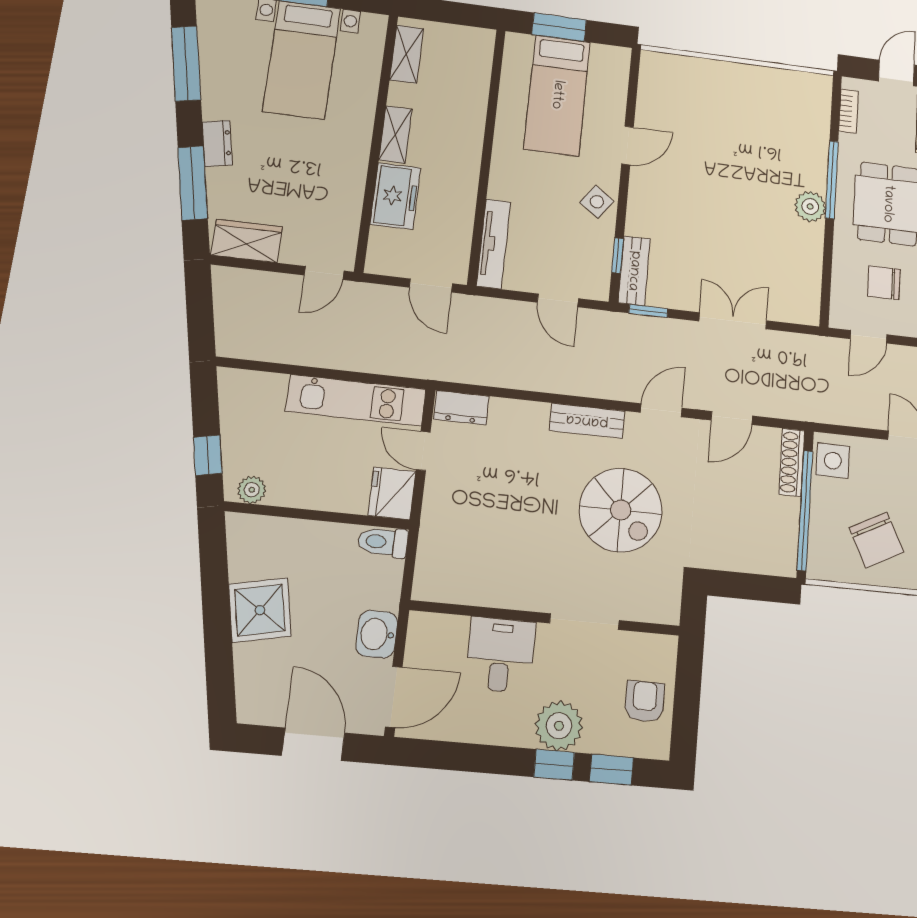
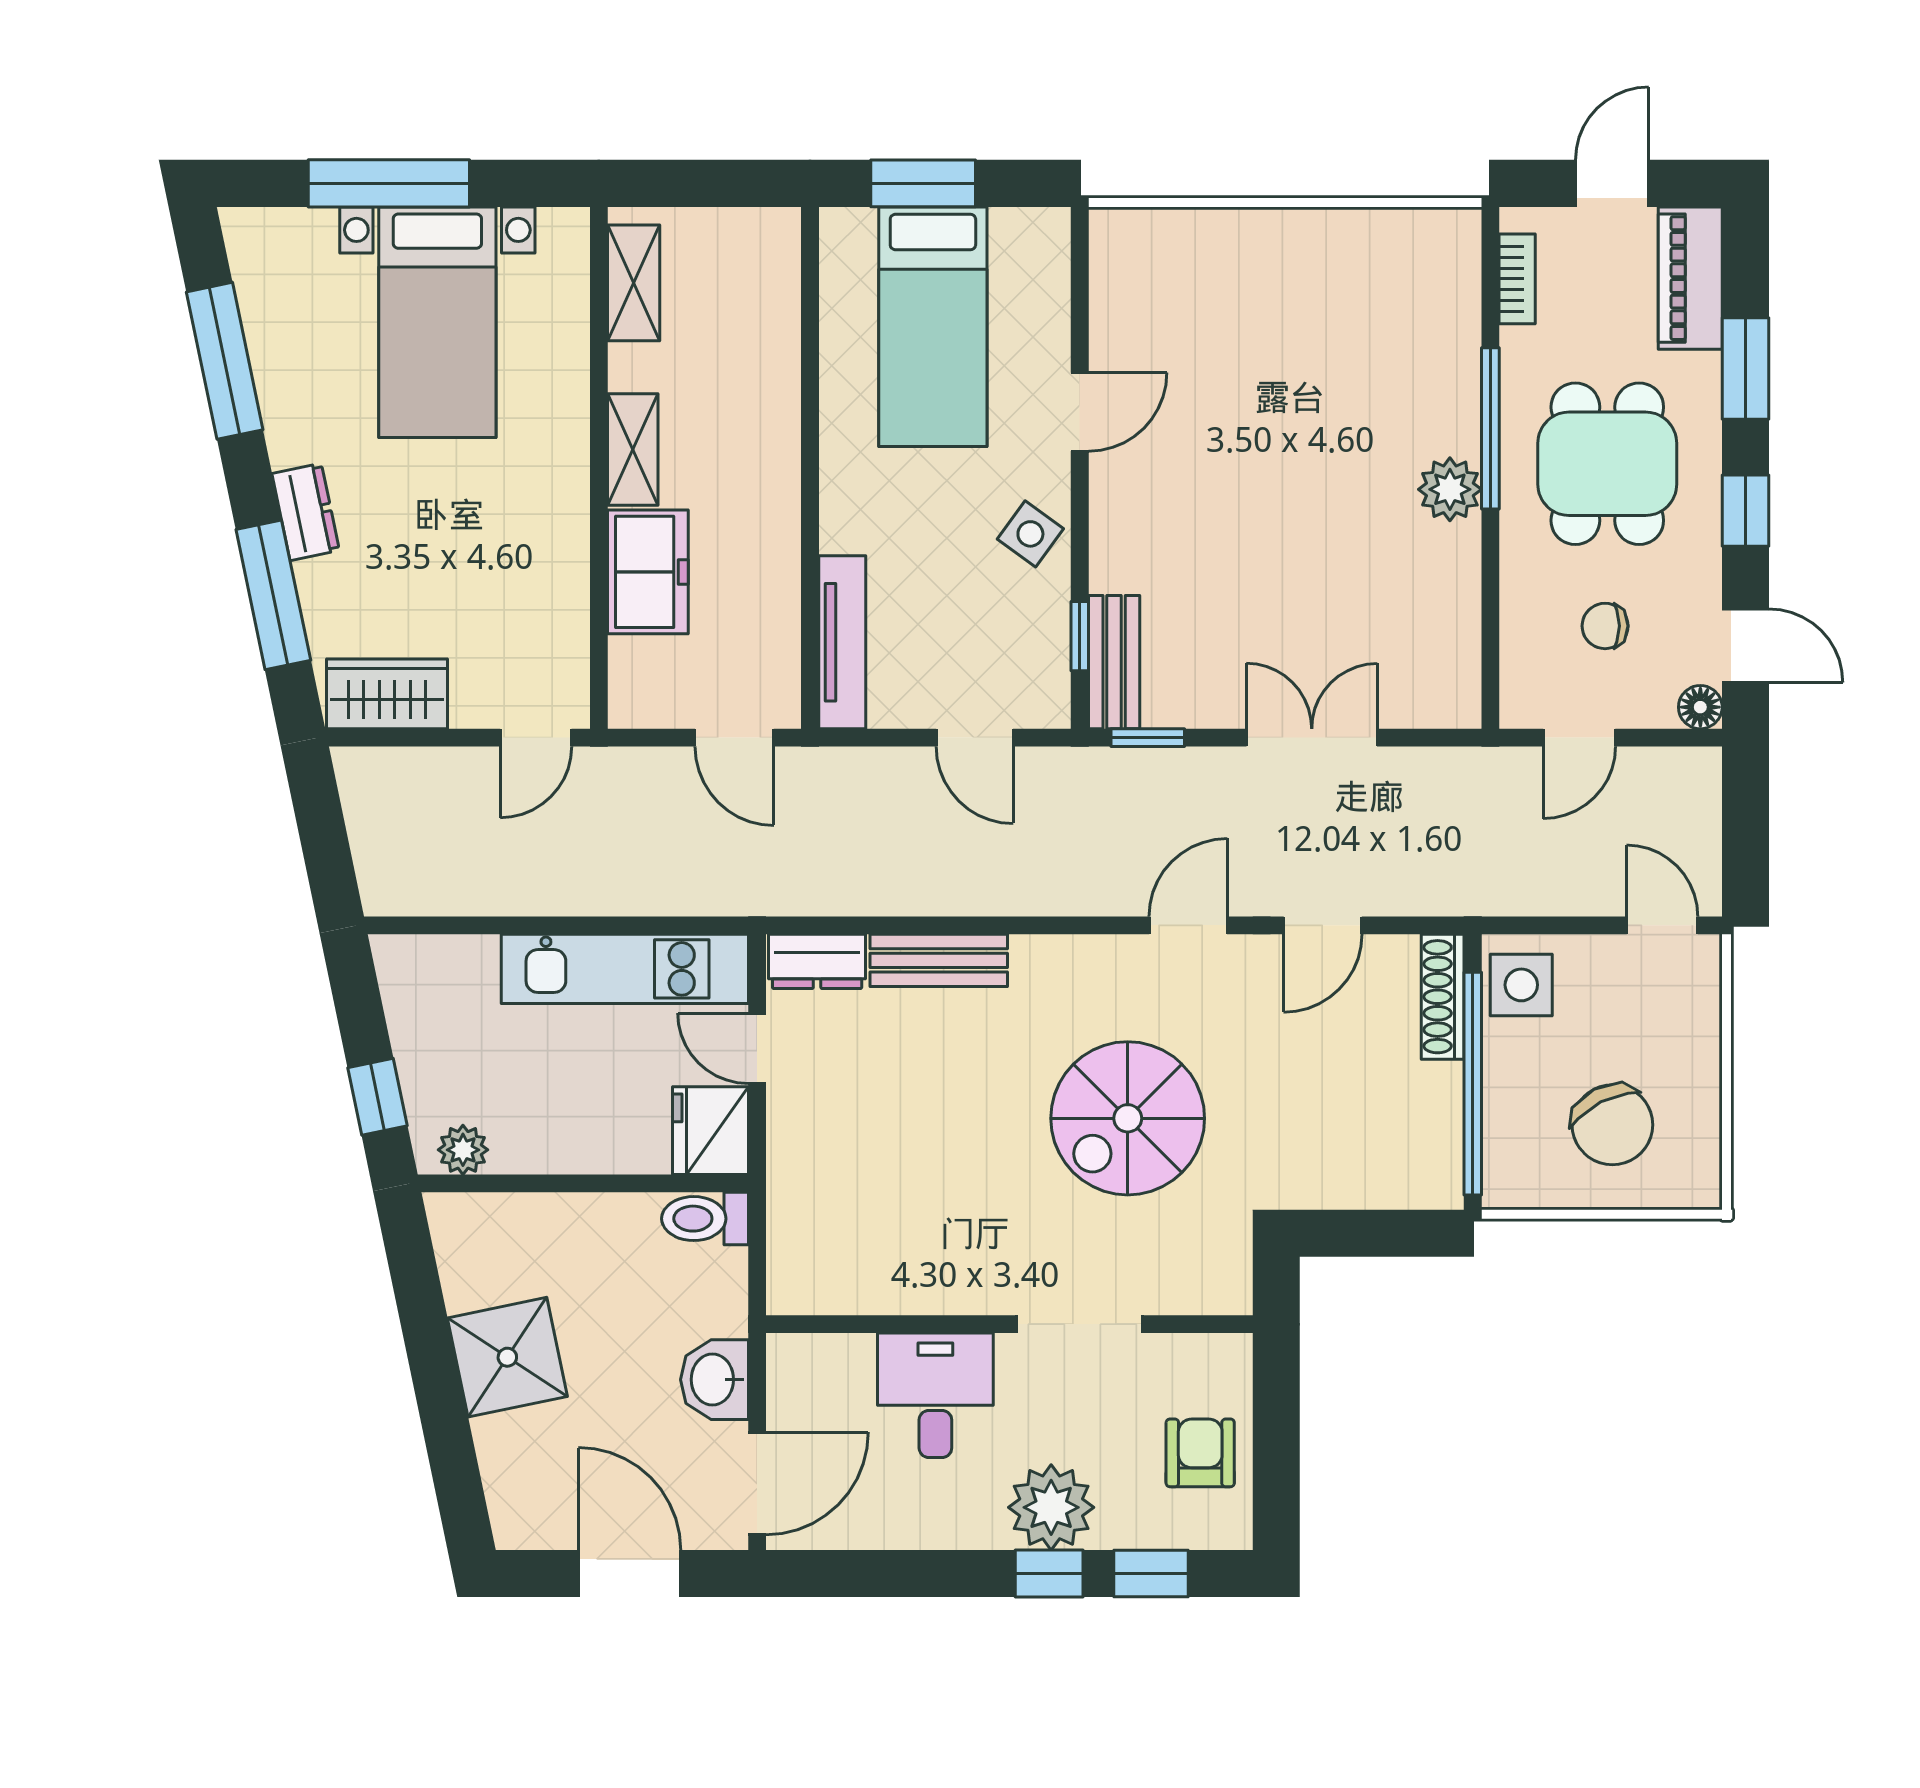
chair: (884, 283) -> (1605, 626), width x0.73, depth x0.73
bench: (587, 421) -> (939, 960), moved
spiral stairs: (621, 510) -> (1128, 1118), turned 90

